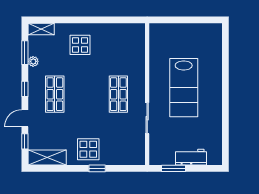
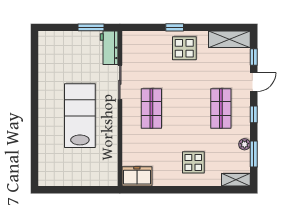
freezer: (132, 32) -> (137, 176), added
workbench: (191, 157) -> (109, 48), moved, turned 90

